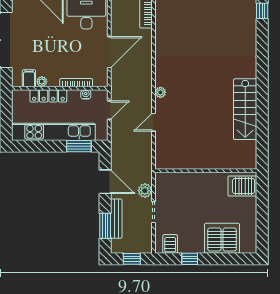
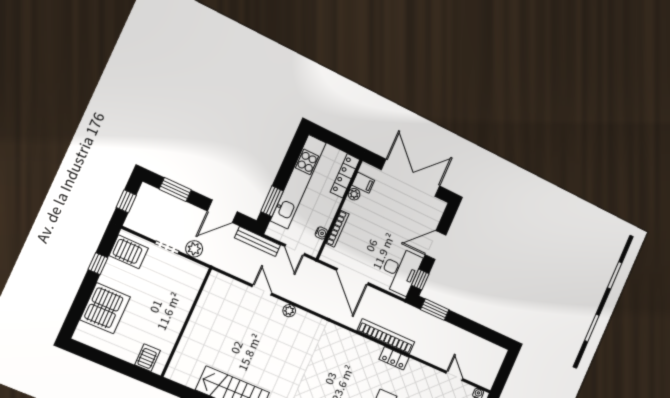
locker: (48, 96) -> (345, 176), moved
server rack: (242, 186) -> (147, 358), width x0.73, depth x0.70
bench: (116, 219) -> (258, 241), moved
server rack: (170, 244) -> (129, 252), width x1.36, depth x1.44

